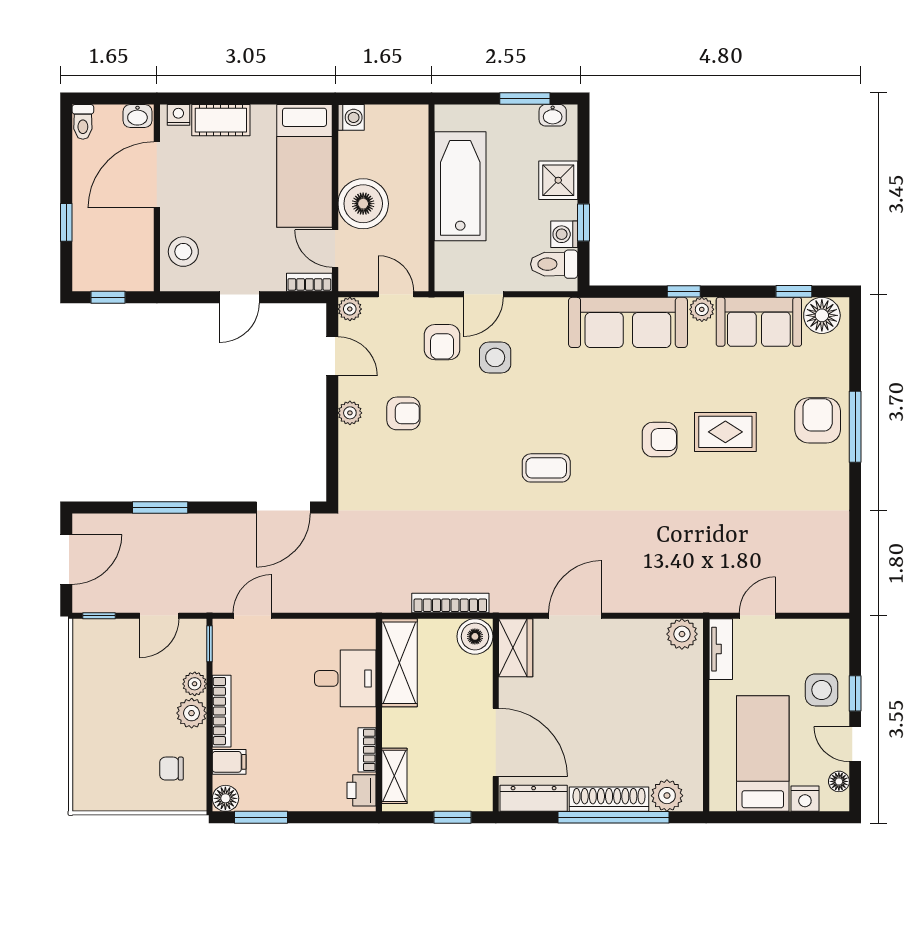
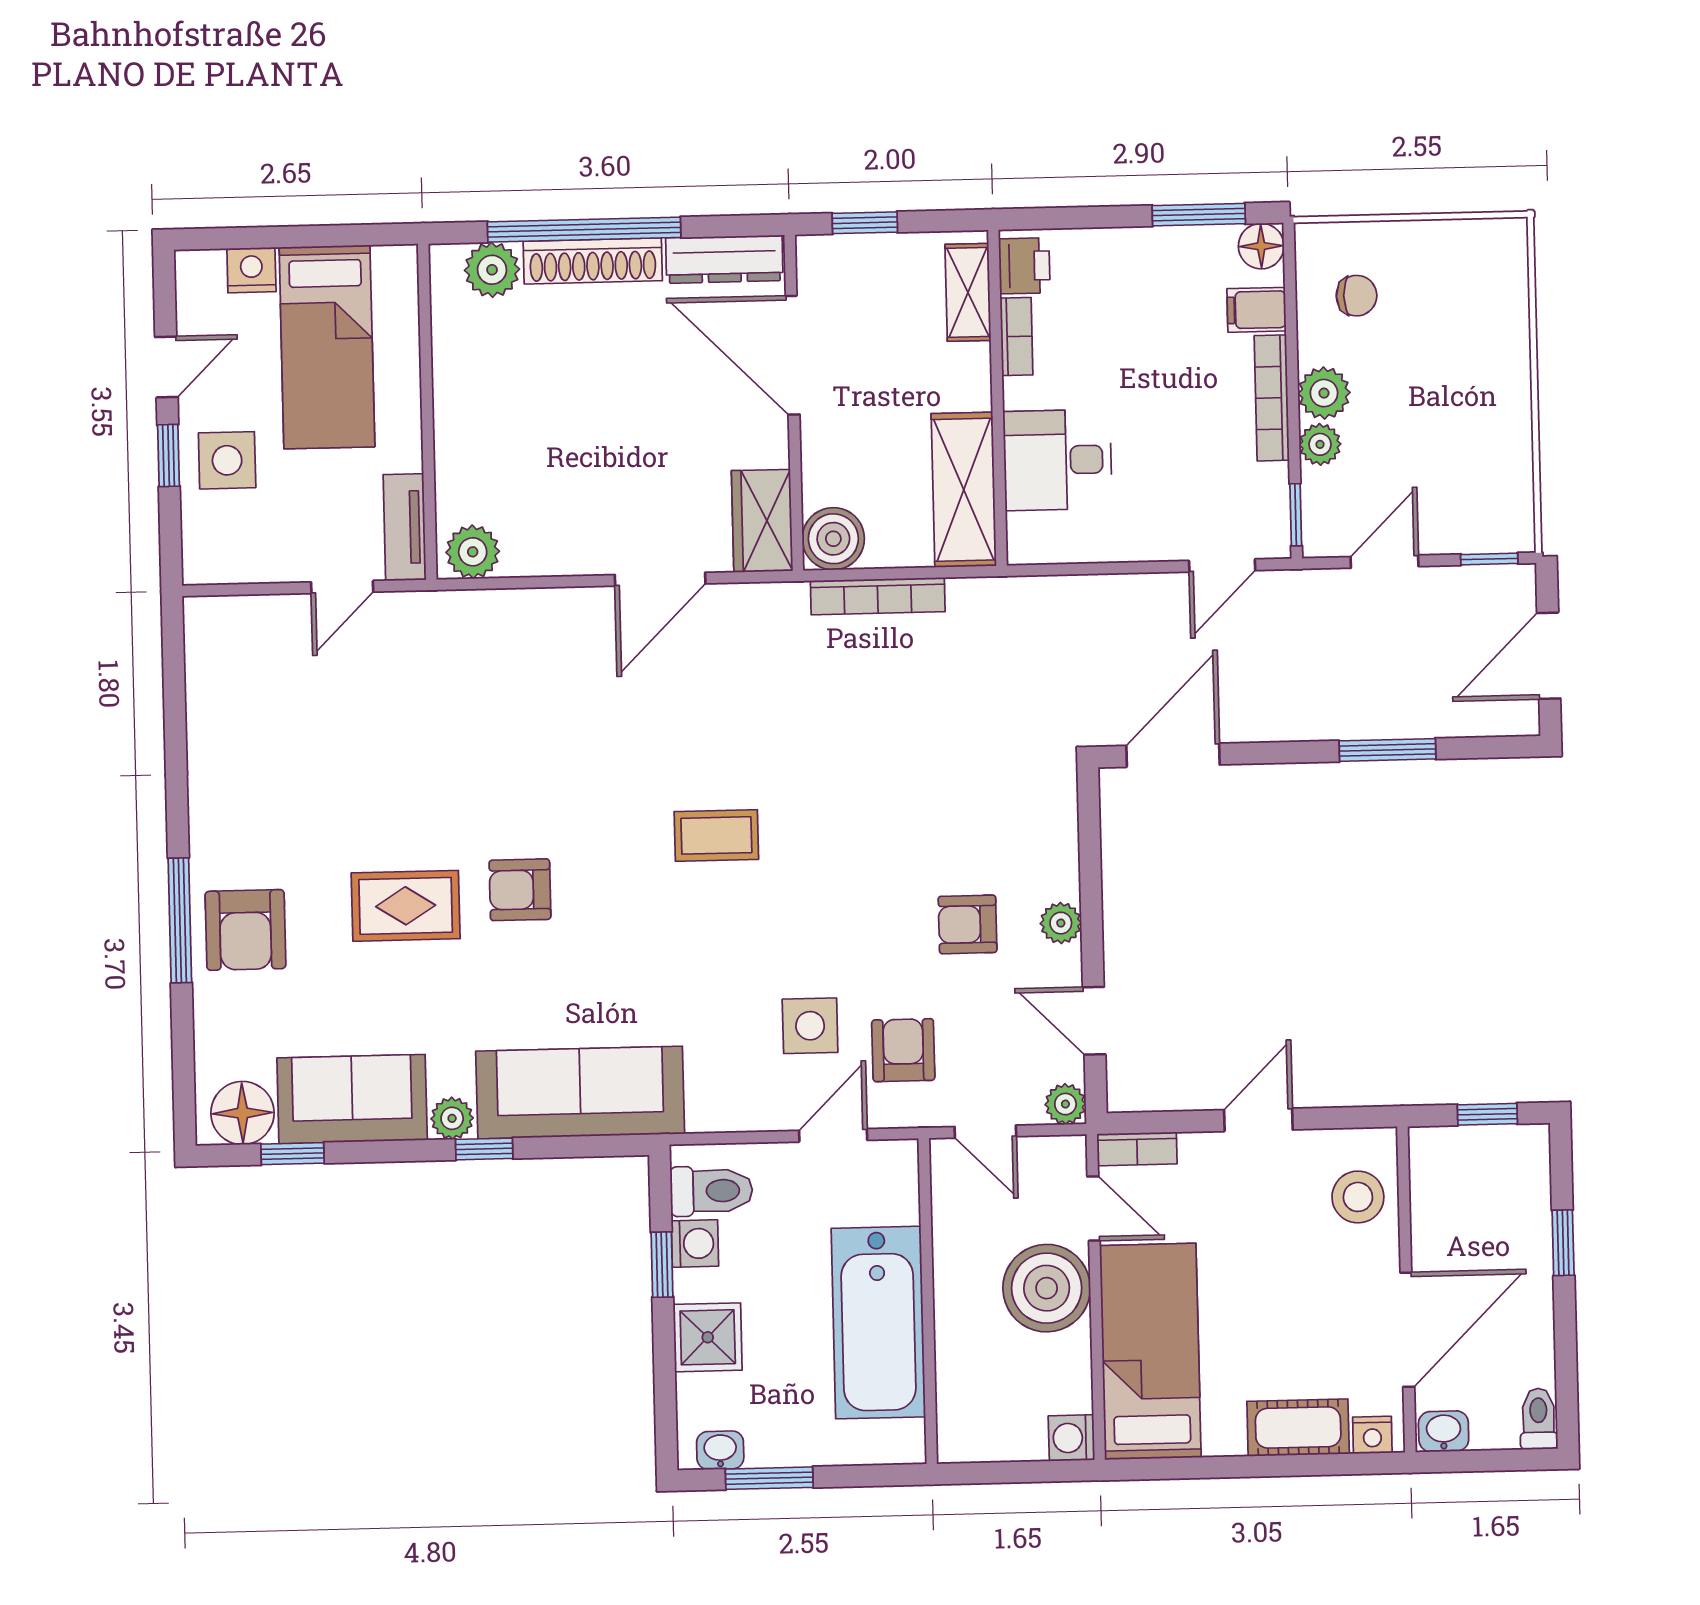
door: (855, 744) -> (166, 367), hinge flipped
floor lamp: (839, 781) -> (193, 302), removed

